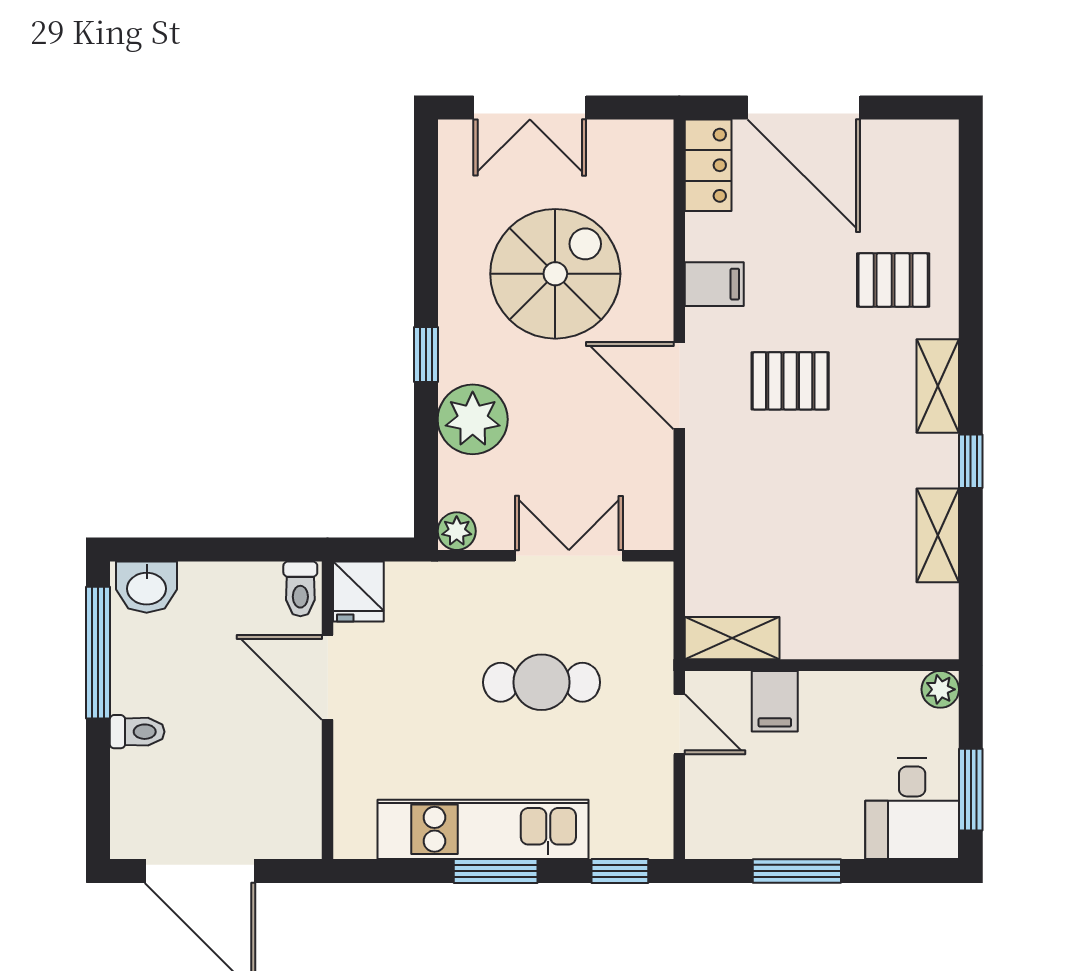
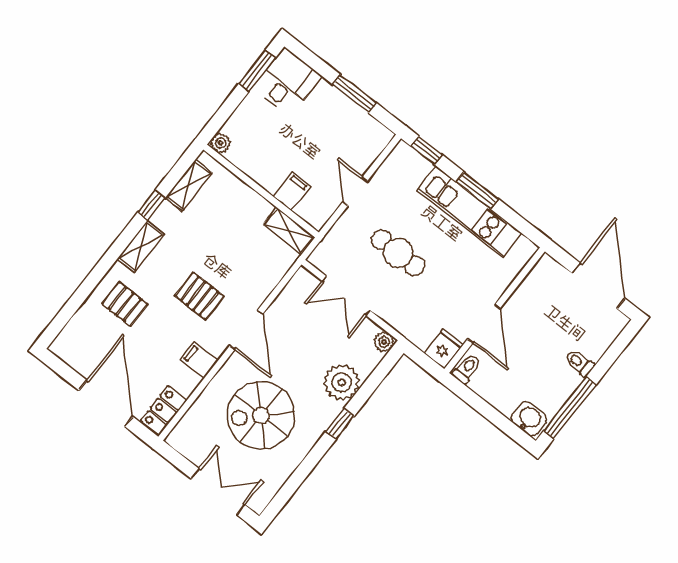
shelving: (732, 638) -> (289, 231), moved
wall: (822, 665) -> (261, 191), moved
plant: (940, 689) -> (220, 143), moved
filing cabinet: (775, 701) -> (292, 191), moved

